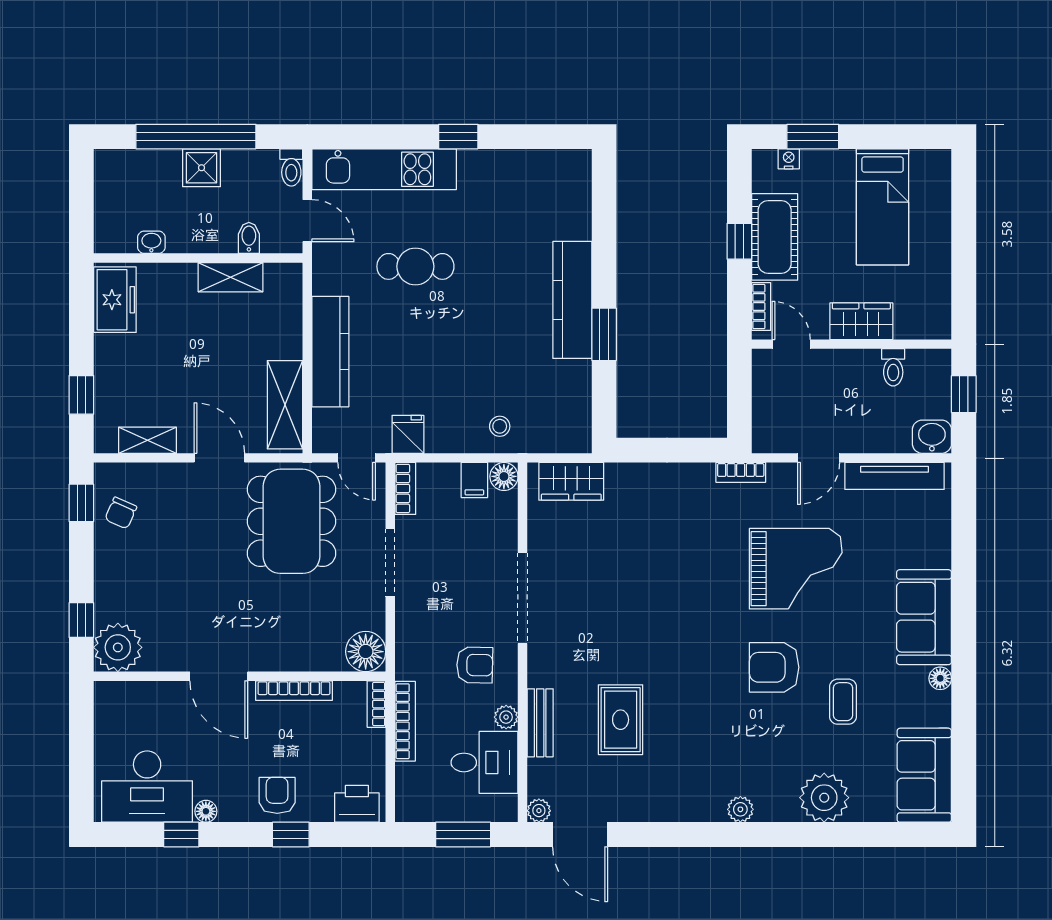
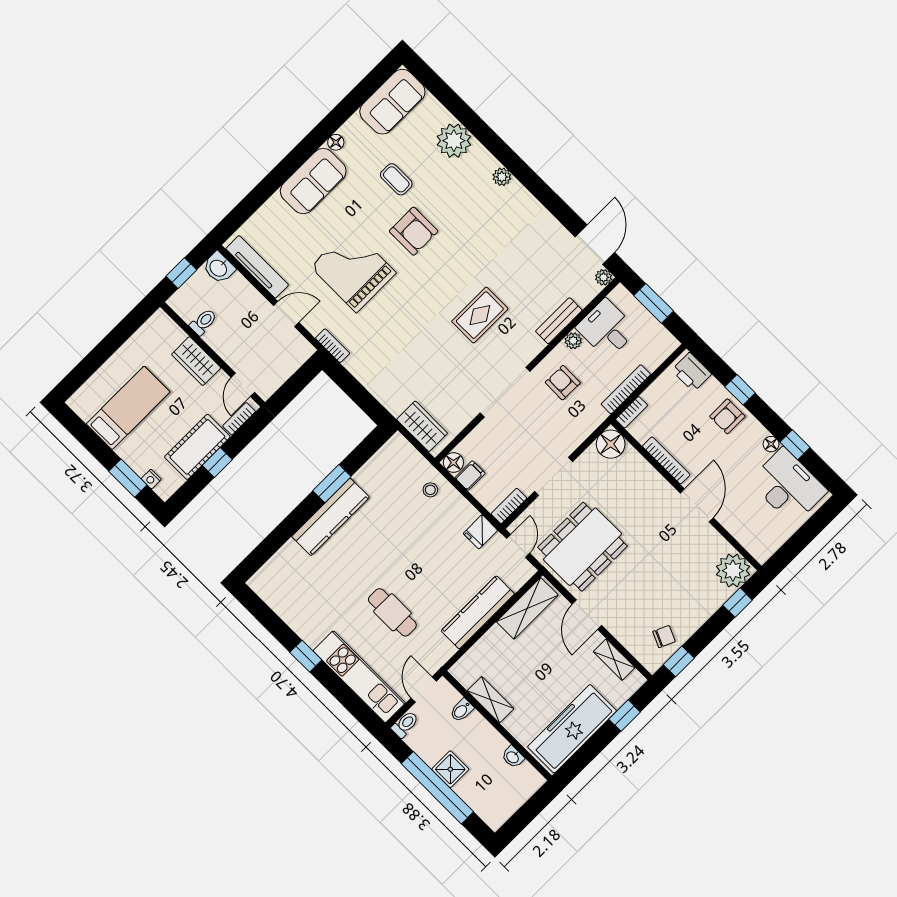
freezer: (115, 300) -> (572, 729), width x1.91, depth x1.26
coffee table: (843, 702) -> (396, 179), turned 90
rug: (621, 720) -> (480, 315), moved

